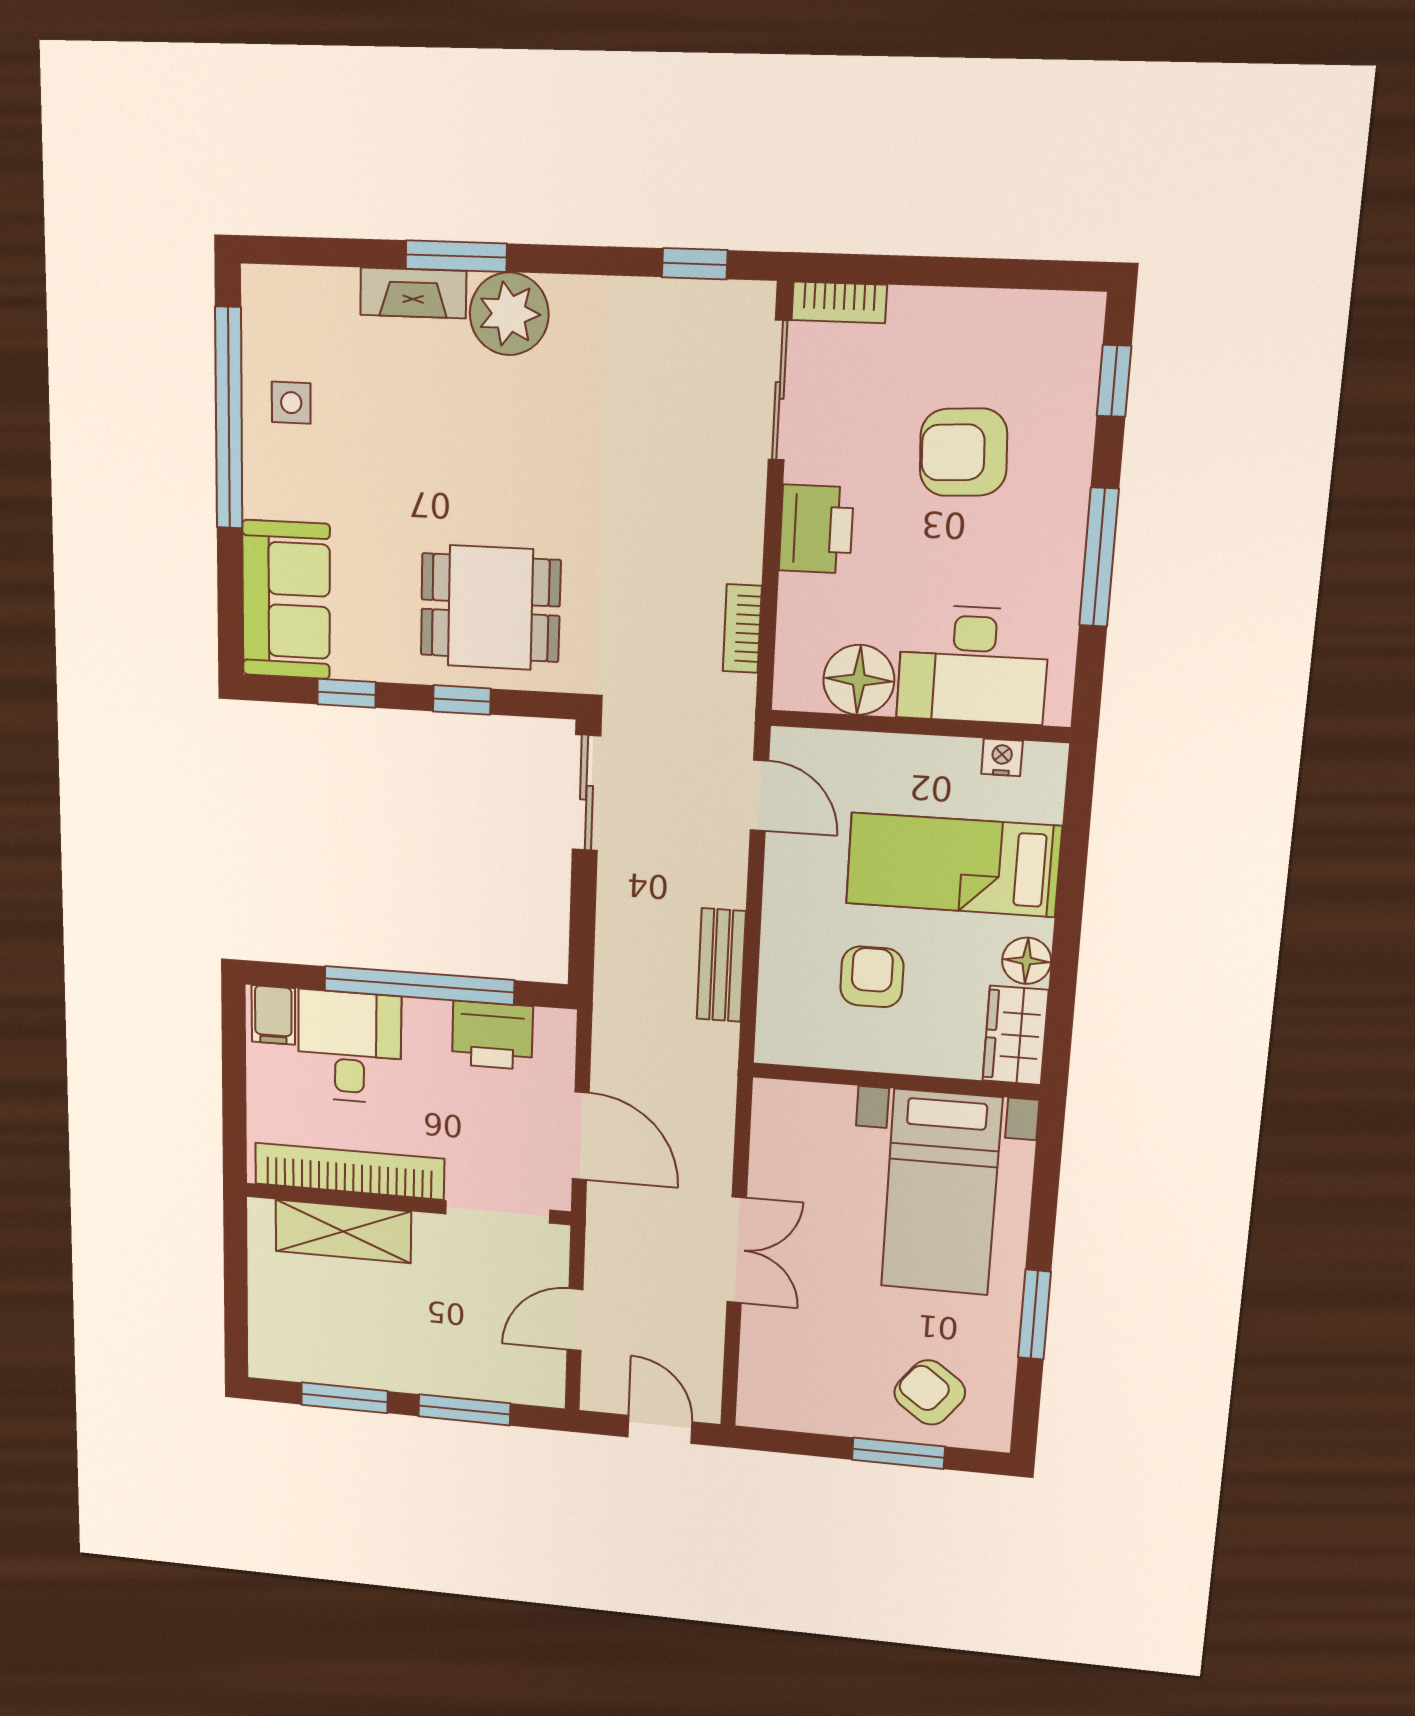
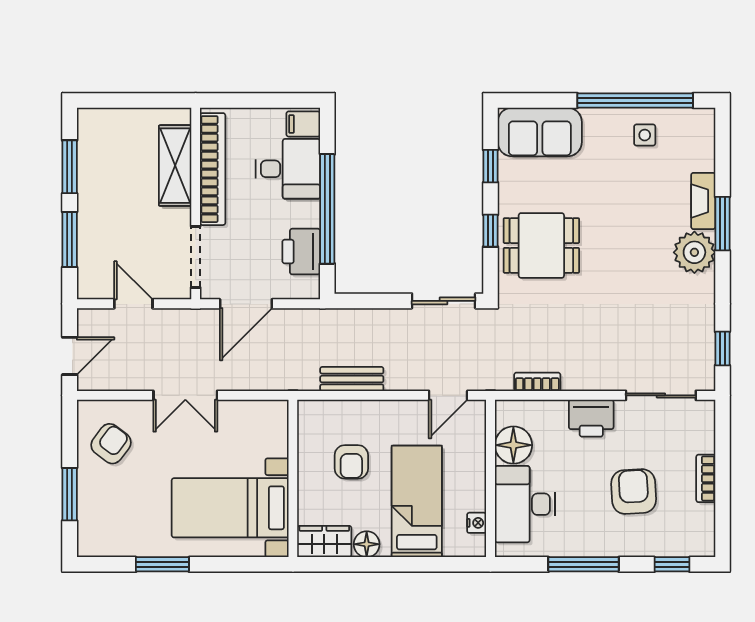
bookcase: (839, 302) -> (706, 478), moved
dining table: (490, 608) -> (541, 245), turned 90
armchair: (872, 977) -> (351, 462), turned 90
armchair: (930, 1392) -> (111, 444), moved

